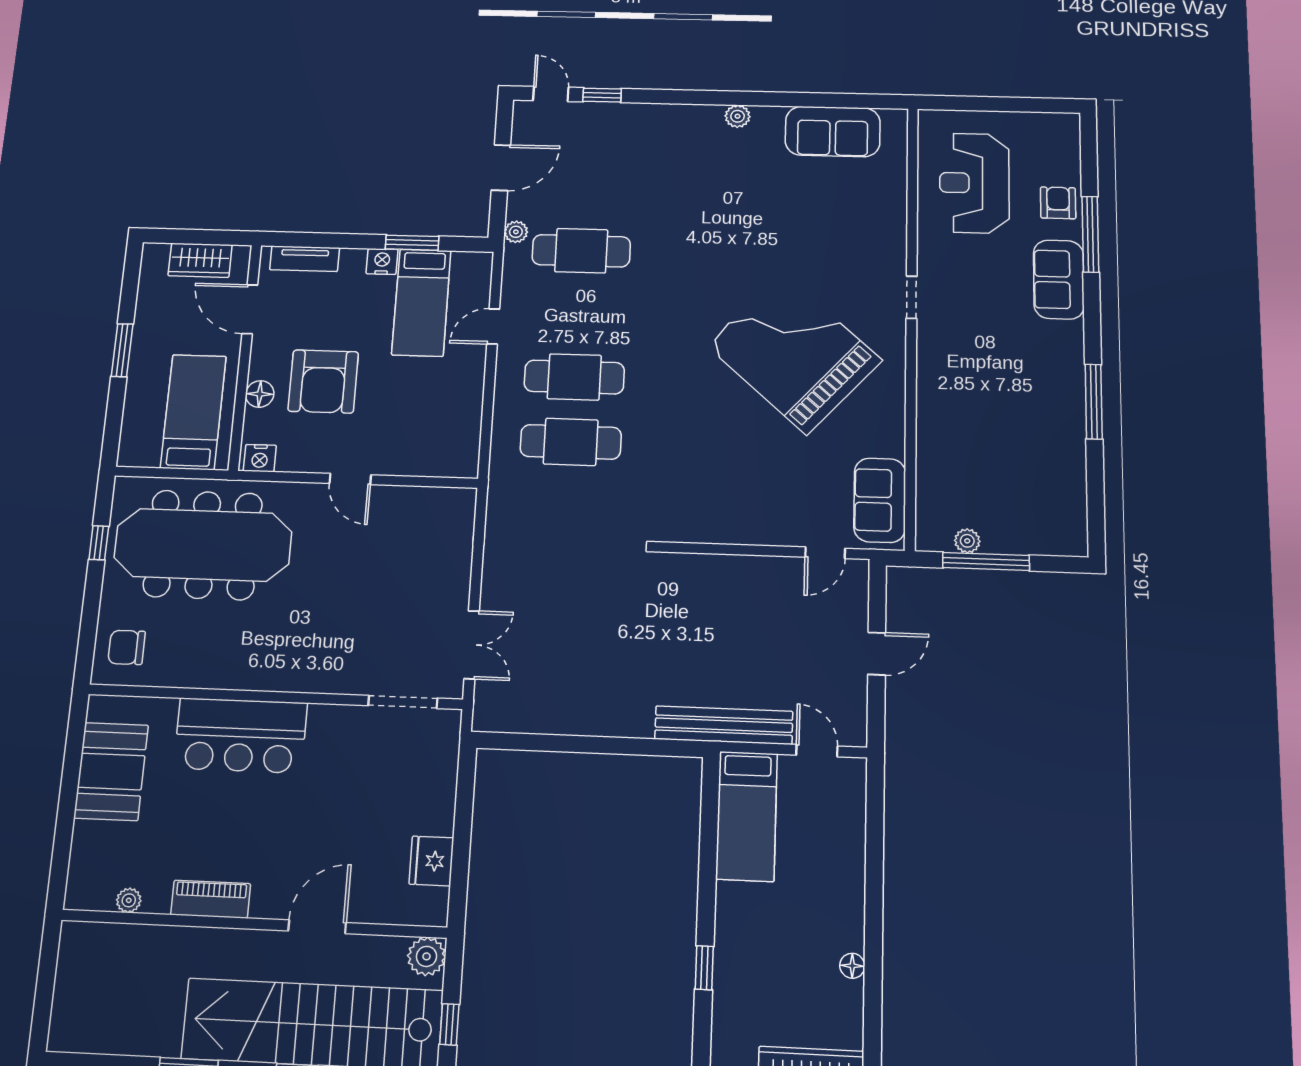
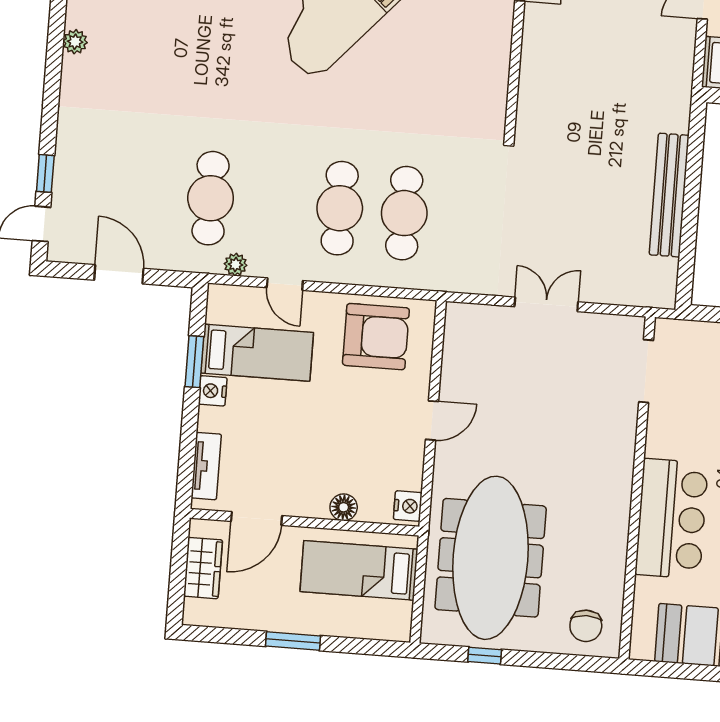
plant: (516, 232) -> (236, 265), moved
armchair: (323, 381) -> (376, 337), moved
double door: (472, 645) -> (546, 304), moved
bench: (724, 725) -> (669, 195), moved

